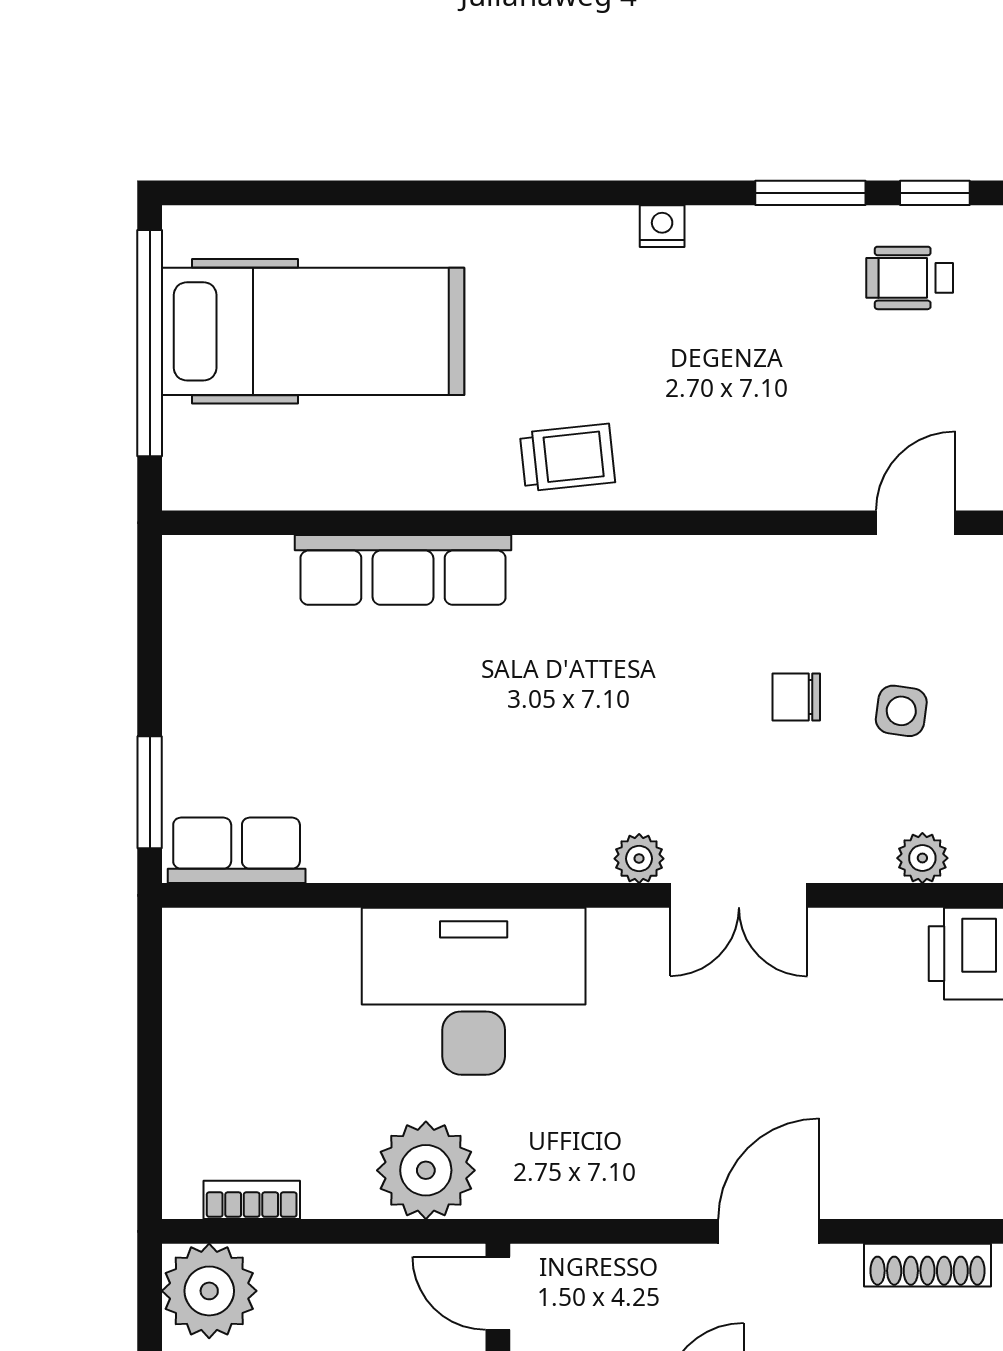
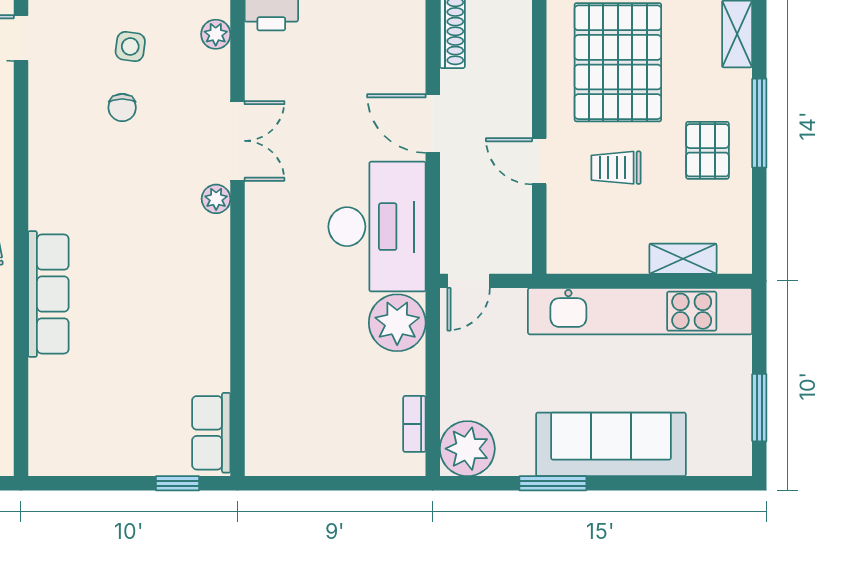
row of seats: (403, 570) -> (48, 294), moved
window: (150, 792) -> (178, 483), width x0.67
desk: (474, 991) -> (377, 227), moved, turned 180

